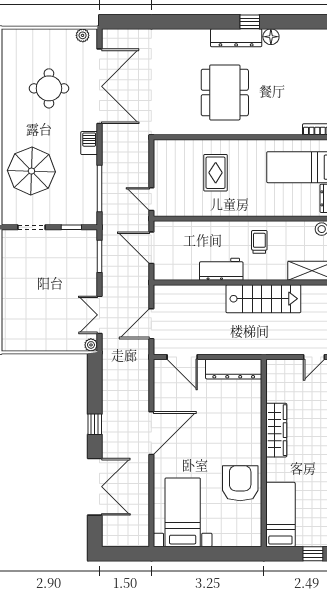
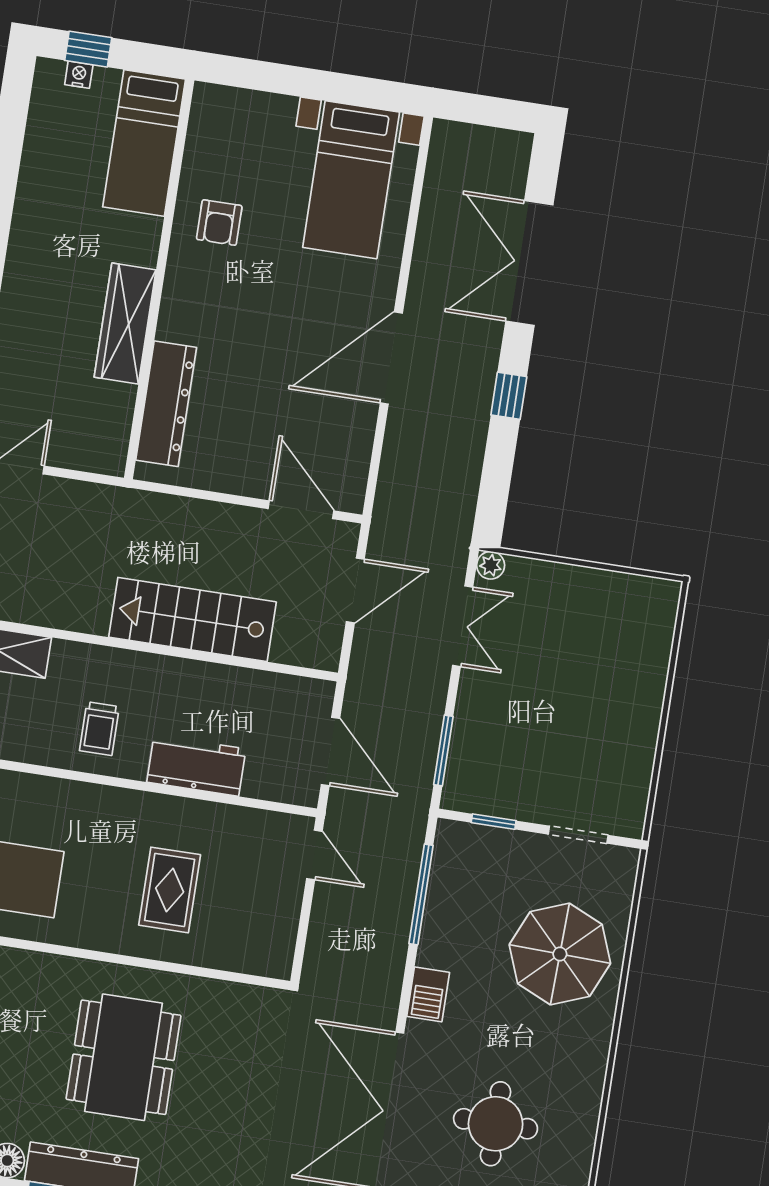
workbench: (221, 269) -> (196, 766), moved, turned 180
stairs: (263, 299) -> (192, 620), moved
dresser: (234, 369) -> (166, 404), moved, turned 90
armchair: (240, 483) -> (219, 223), width x0.53, depth x0.53
nightstand: (315, 541) -> (79, 75), added

